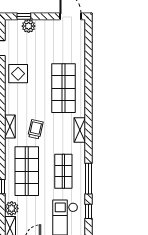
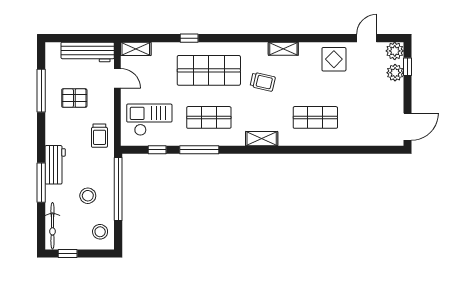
shop shelf: (63, 88) -> (315, 117), width x0.70, depth x0.74
shelving: (10, 126) -> (283, 49), moved
plant: (12, 208) -> (395, 51), moved

